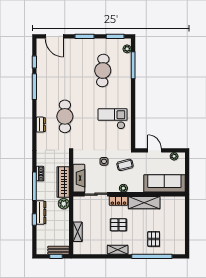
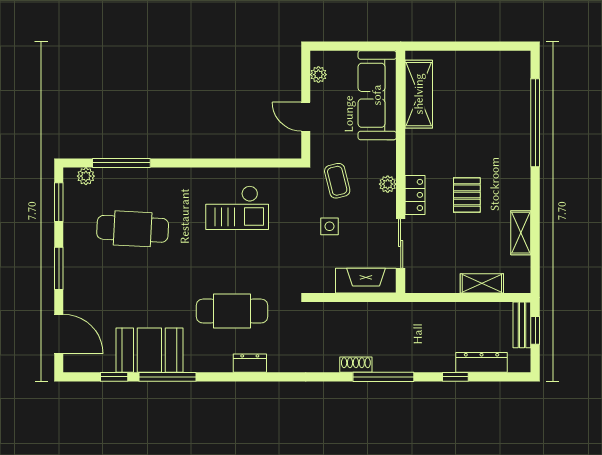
door: (54, 36) -> (59, 334), hinge flipped
booth: (47, 78) -> (149, 350), added
checkout: (113, 119) -> (237, 208), turned -90
door: (155, 150) -> (306, 117), hinge flipped
wardrobe: (63, 182) -> (374, 315), removed
shelving: (144, 203) -> (419, 94), moved
plant: (64, 204) -> (421, 314), removed
dresser: (41, 212) -> (482, 362), moved
pallet: (154, 239) -> (498, 119), removed
shelving: (118, 250) -> (521, 233), moved

